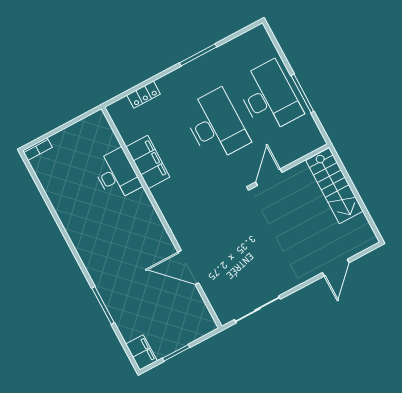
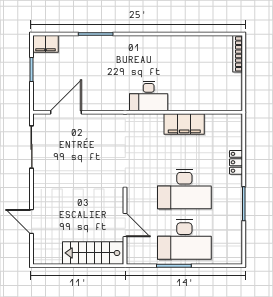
locker: (144, 95) -> (236, 162), moved
bookcase: (37, 149) -> (238, 54), width x1.56
desk: (117, 175) -> (149, 96), moved
door: (269, 177) -> (125, 225), moved
door: (188, 267) -> (66, 112), moved

